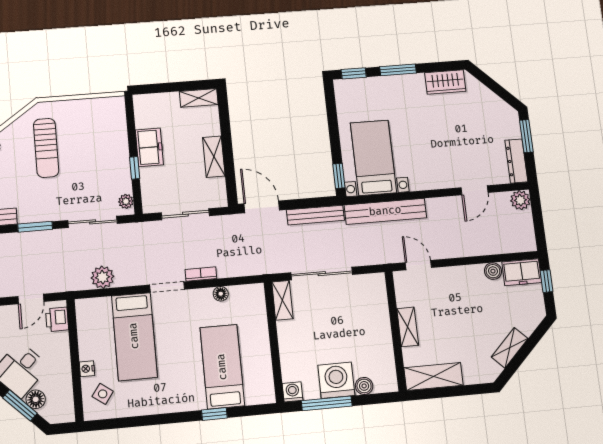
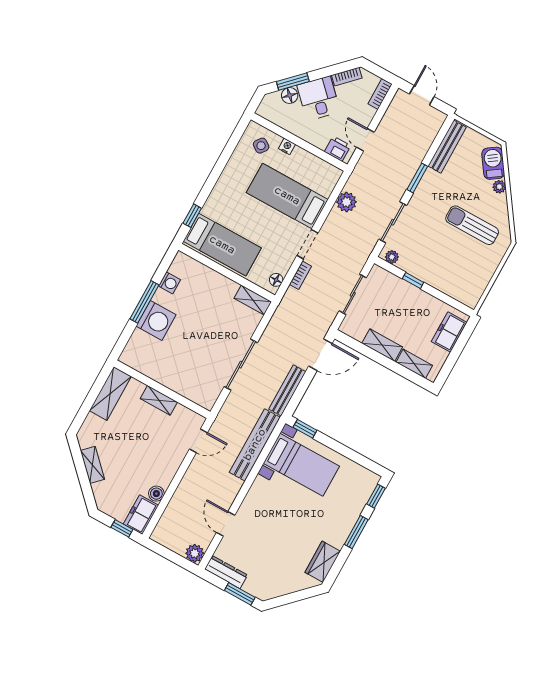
shelving: (199, 98) -> (414, 364), moved, turned 90
freezer: (149, 147) -> (449, 332), moved, turned 90
shelving: (282, 300) -> (253, 300), moved
wall: (274, 342) -> (227, 273), moved
boiler: (364, 386) -> (138, 338), removed

